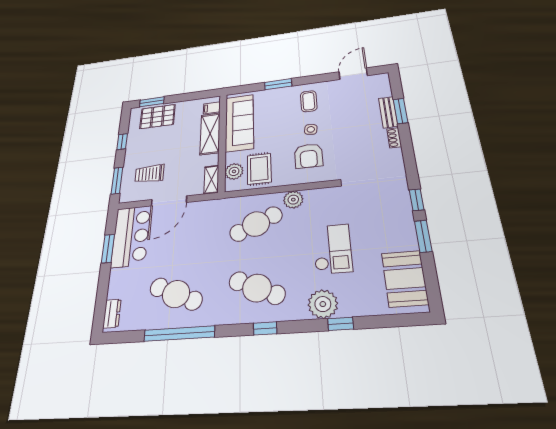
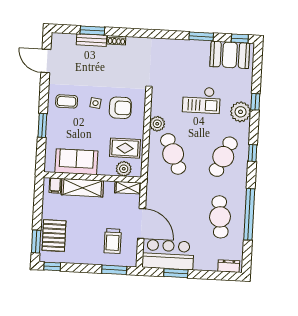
sofa: (239, 123) -> (76, 162), width x0.73
window: (122, 142) -> (52, 266), moved
window: (417, 200) -> (240, 38), moved
checkout: (332, 249) -> (201, 100), turned 180
cafe table: (176, 294) -> (220, 217), turned -30

